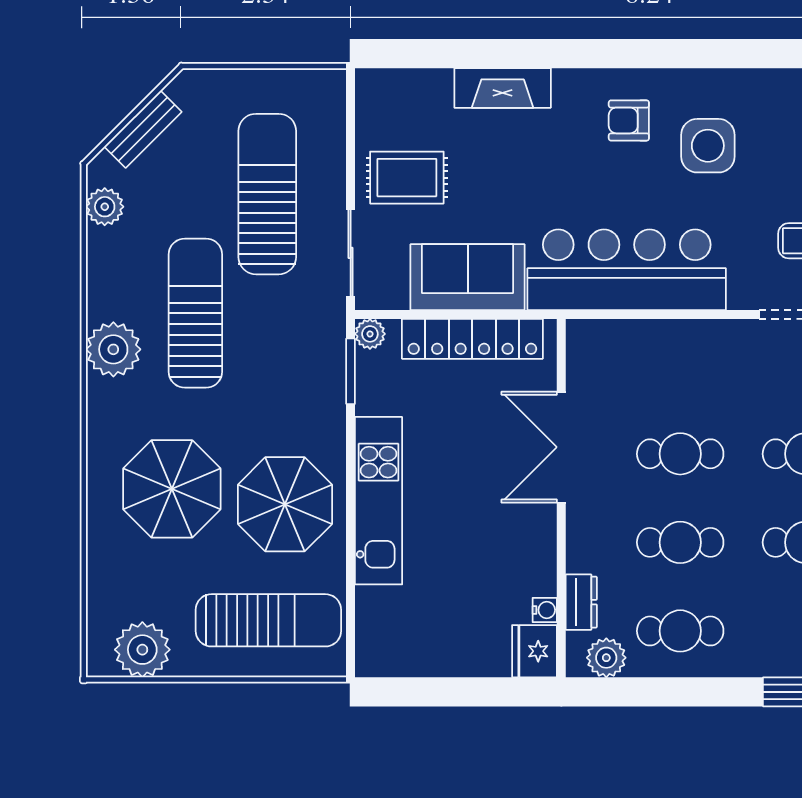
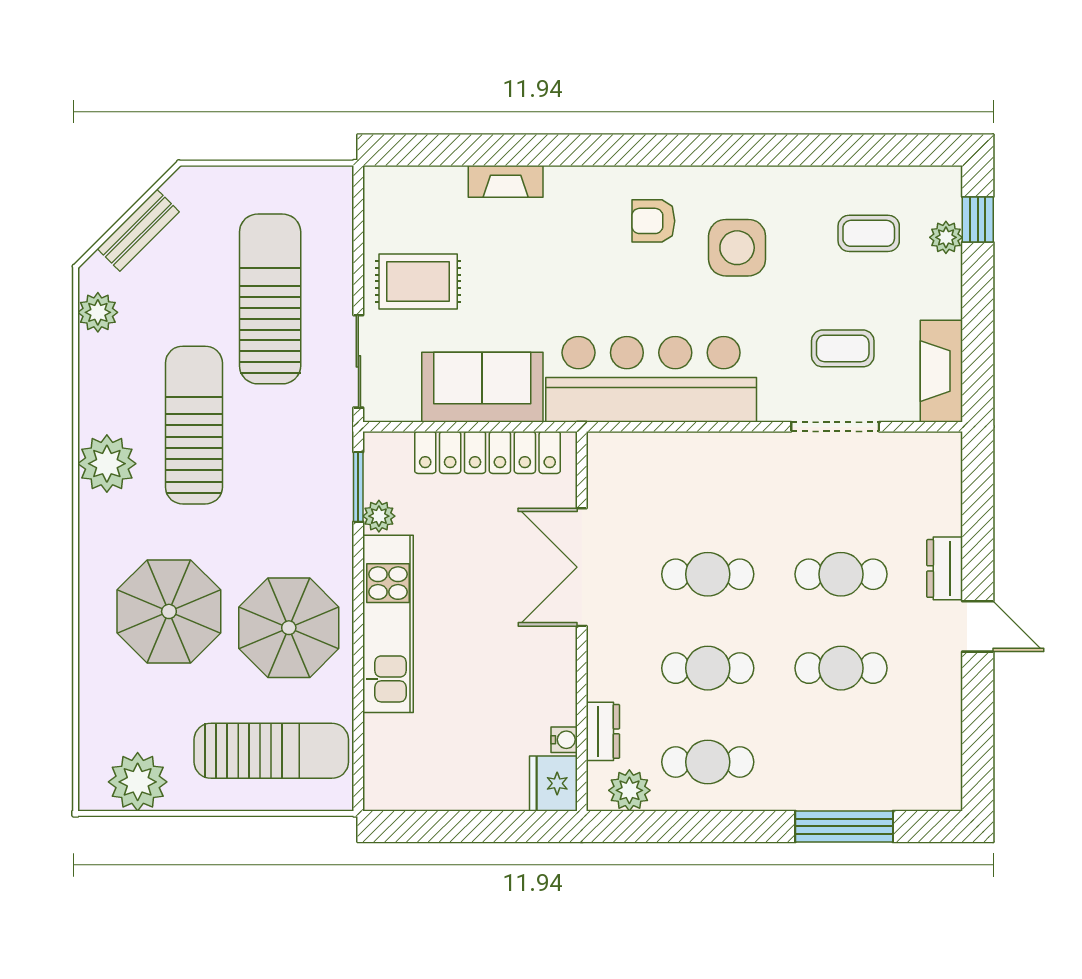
fireplace: (503, 88) -> (506, 181), width x0.73, depth x0.76
plant: (370, 334) -> (379, 516), moved

